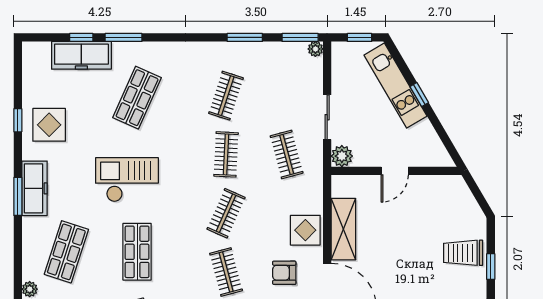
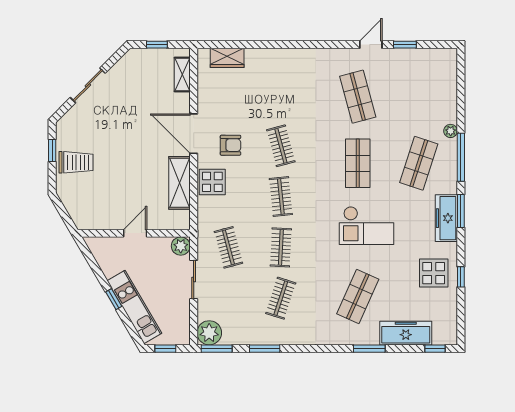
window: (81, 37) -> (435, 349), moved
plant: (315, 49) -> (209, 333), width x1.88, depth x1.88
clothes rail: (226, 213) -> (281, 197), turned -30
window: (18, 259) -> (461, 157), added

